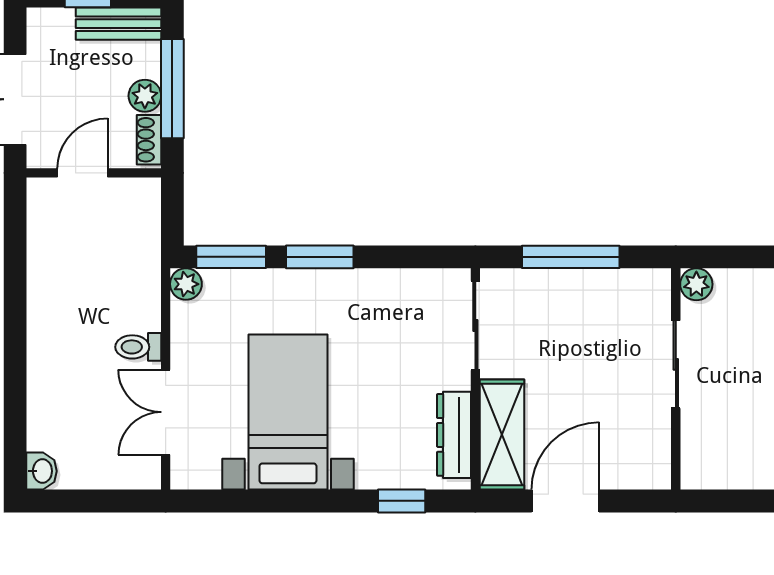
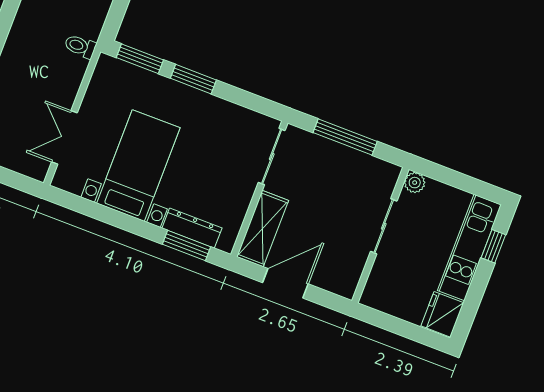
plant: (186, 284) -> (106, 65), removed
toilet: (138, 347) -> (80, 46), moved
dresser: (454, 435) -> (192, 228), moved, turned 90
window: (402, 501) -> (187, 246), width x1.50

